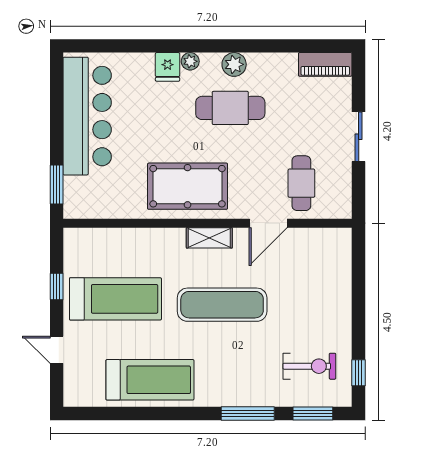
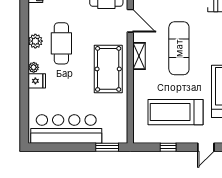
treadmill: (115, 299) -> (176, 112), turned -90

